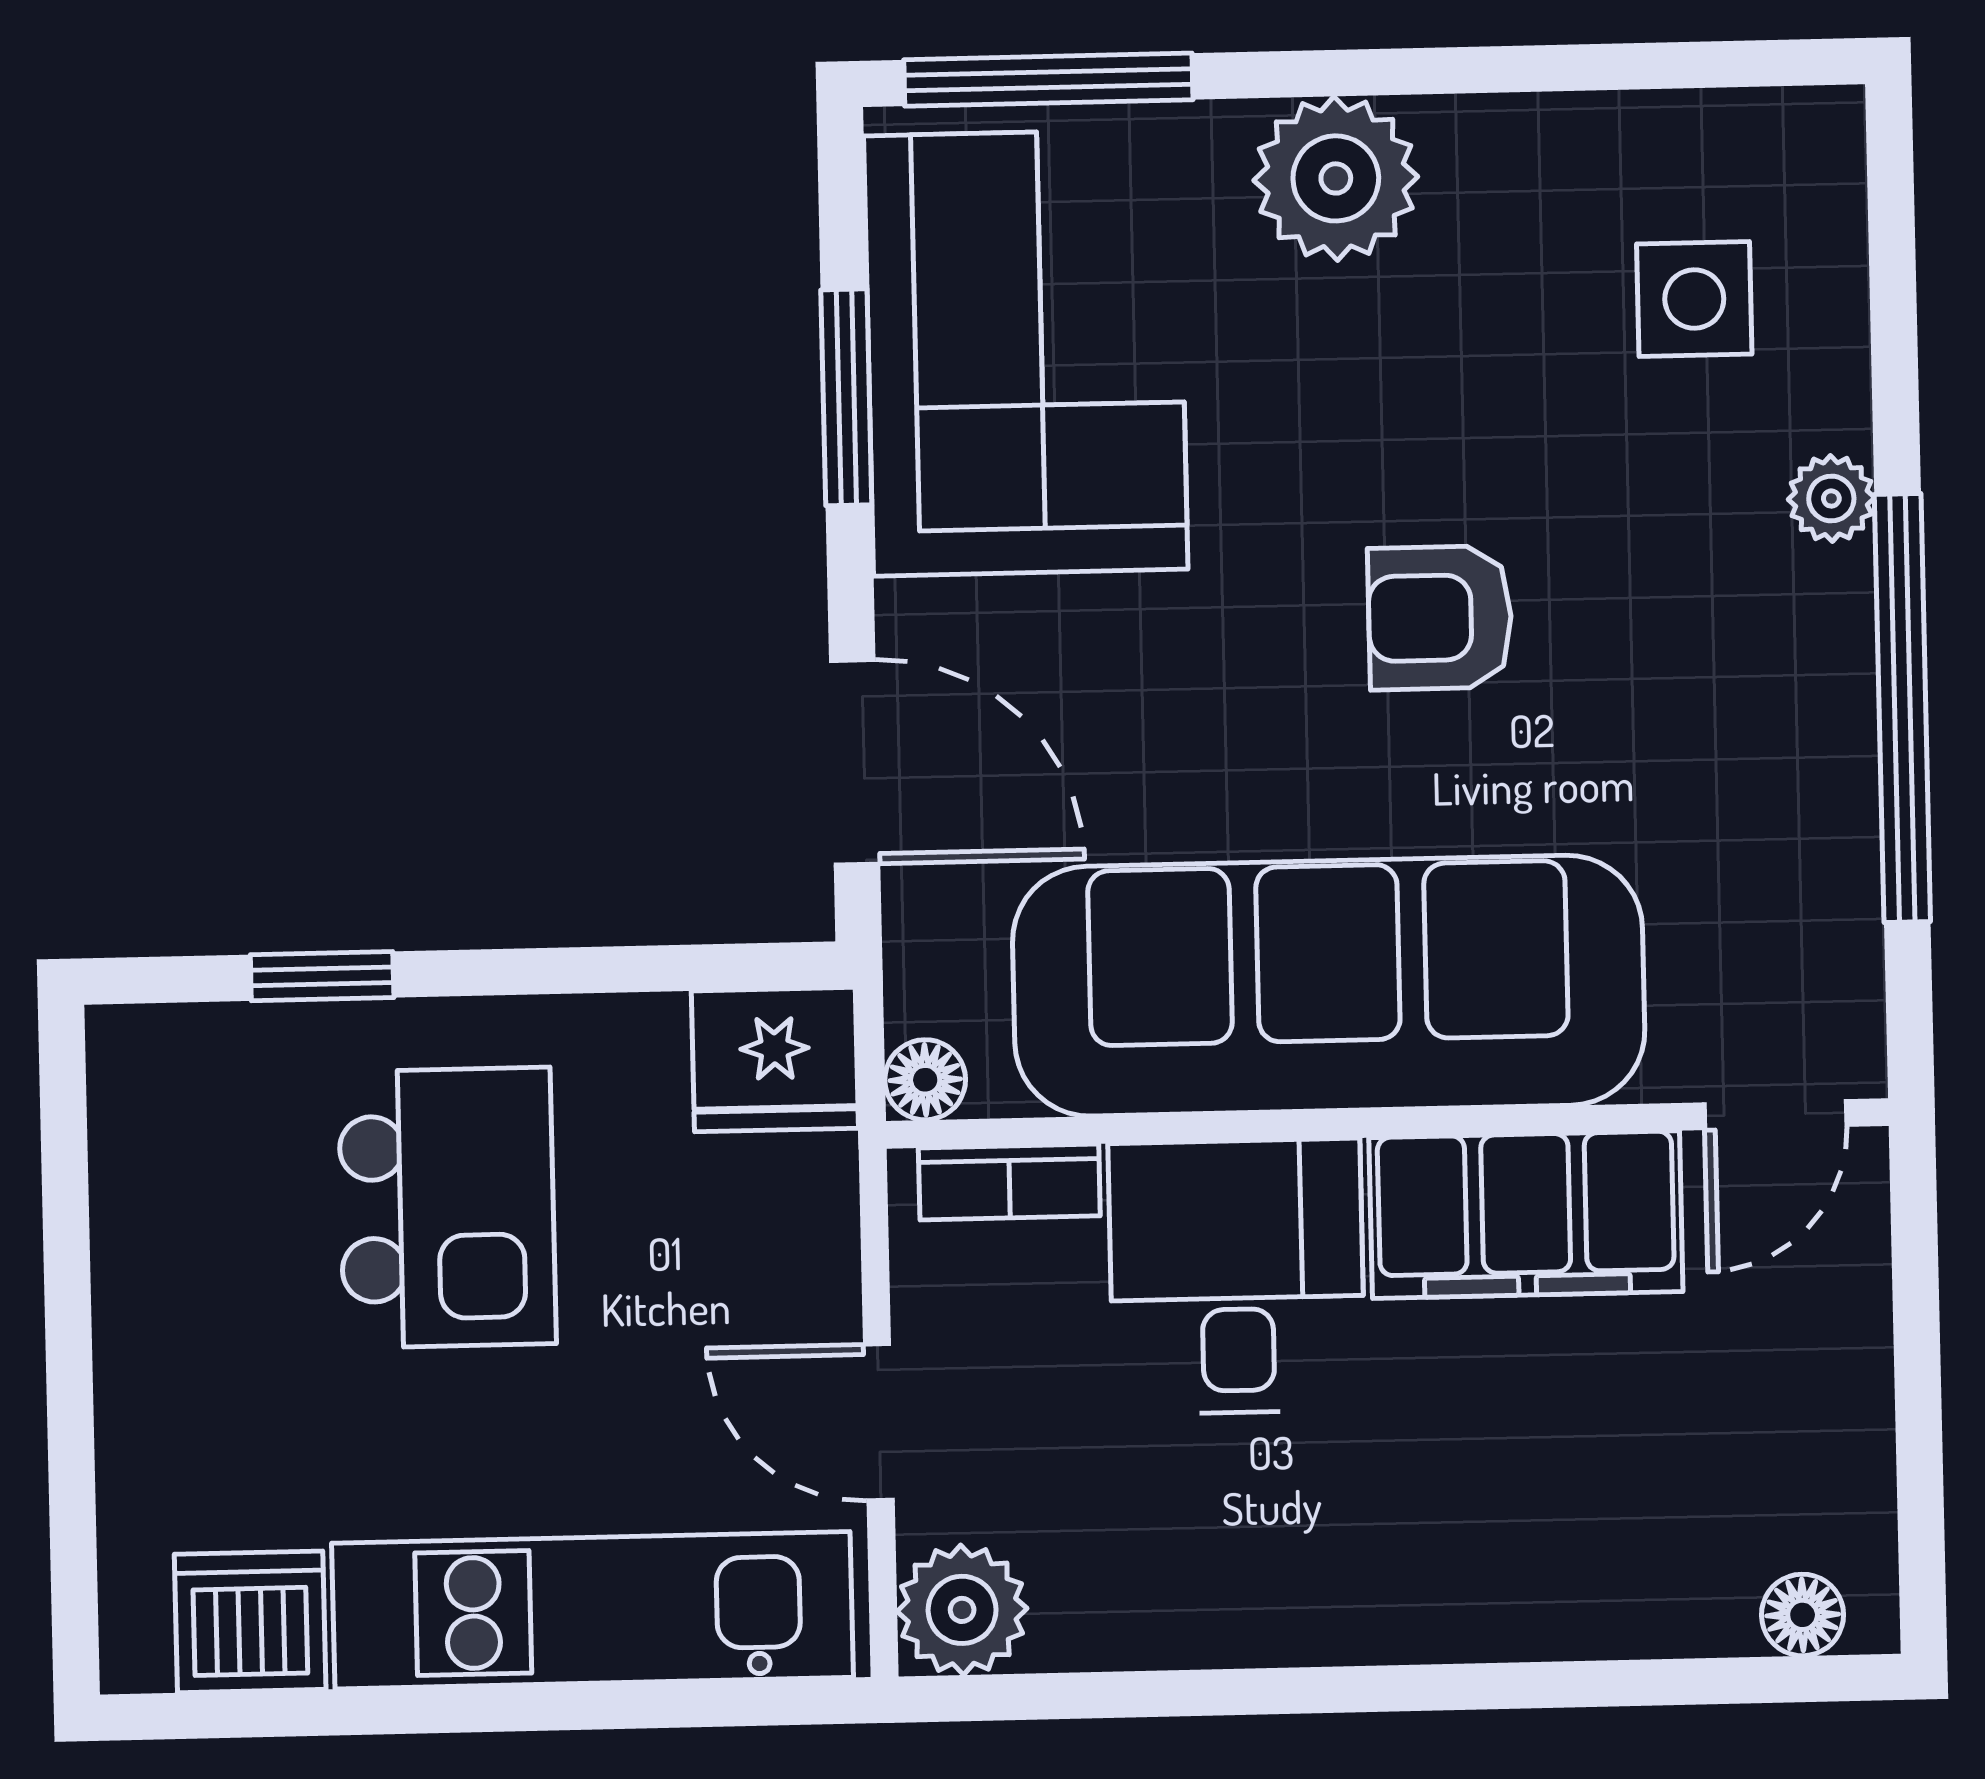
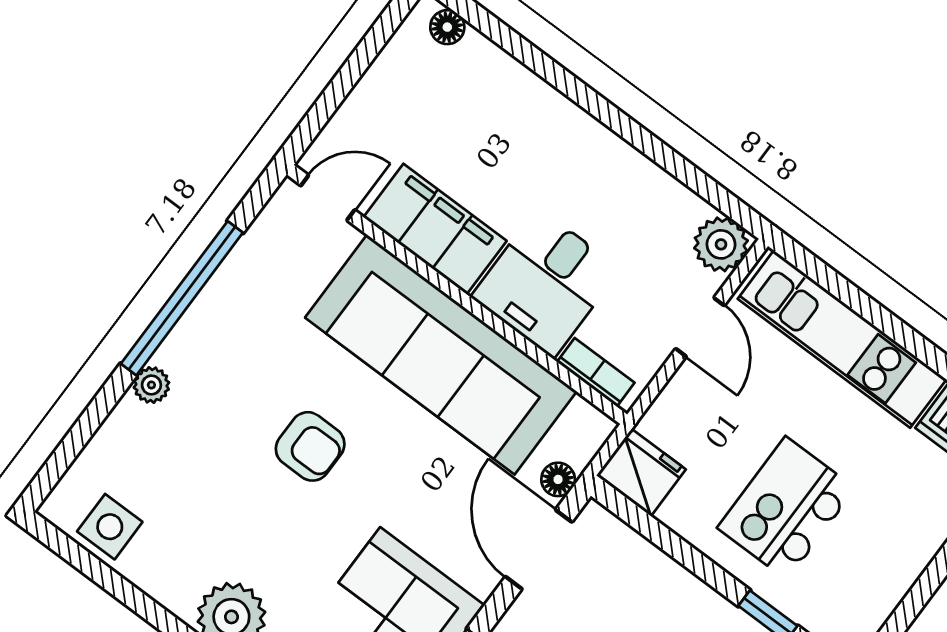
side table: (1694, 299) -> (110, 527), moved
floor lamp: (925, 1080) -> (558, 479), moved

